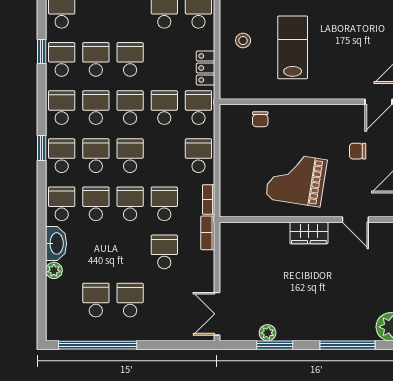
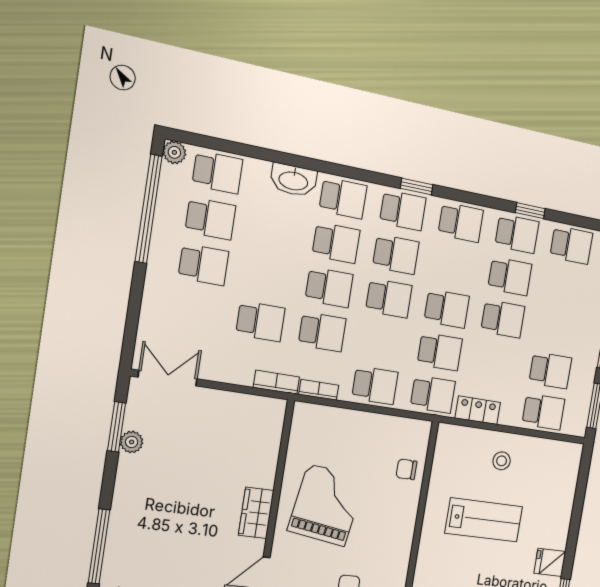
school desk: (96, 108) -> (217, 172), moved
plant: (54, 270) -> (174, 152), moved
window: (275, 345) -> (117, 427), moved

